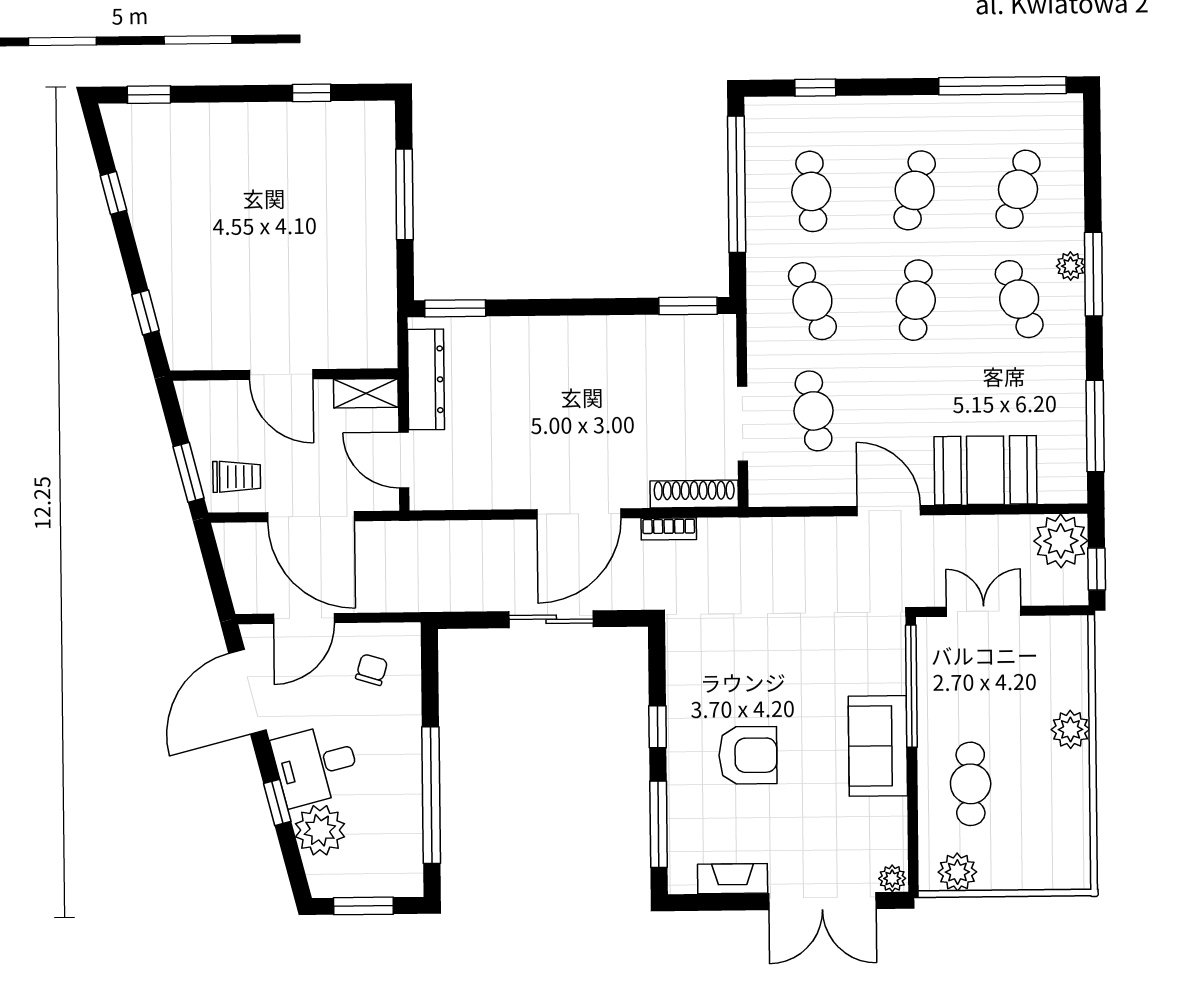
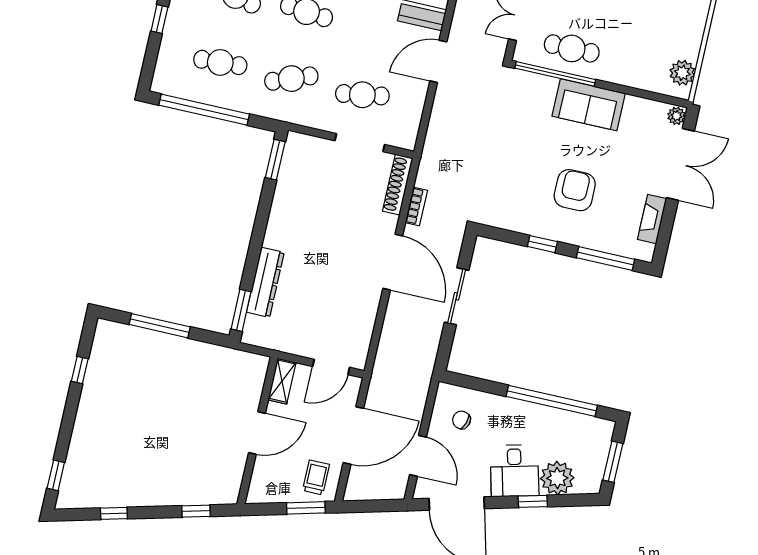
window: (815, 88) -> (159, 19), moved
dresser: (426, 379) -> (265, 282), moved, turned 90
cafe table: (971, 784) -> (572, 48), moved

